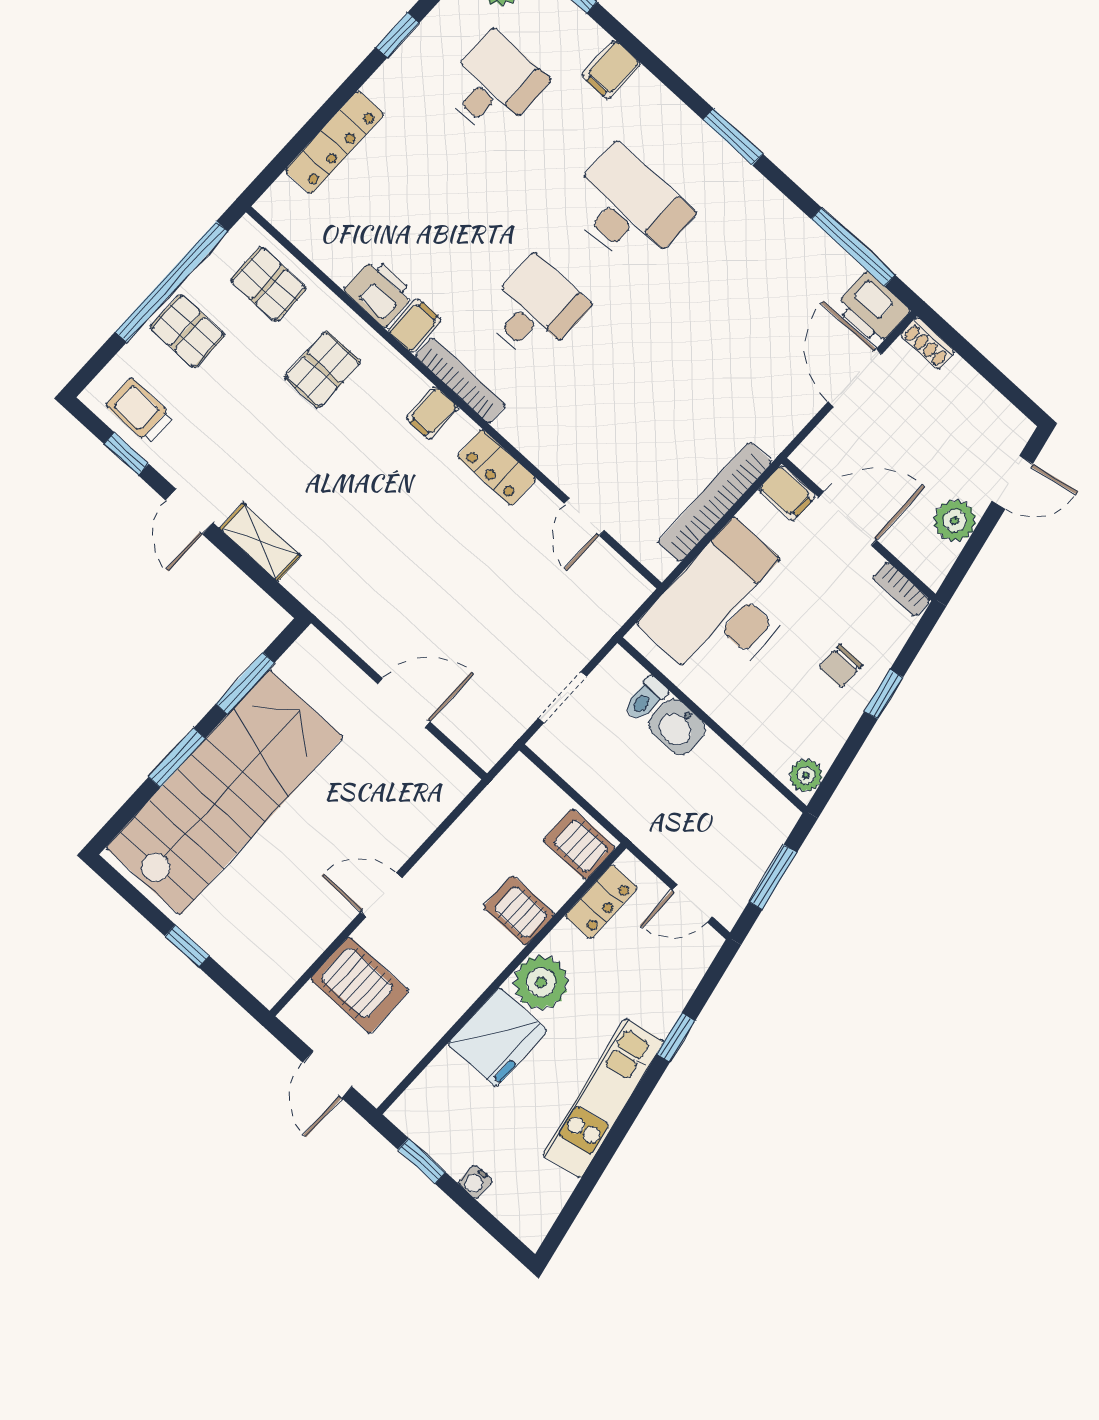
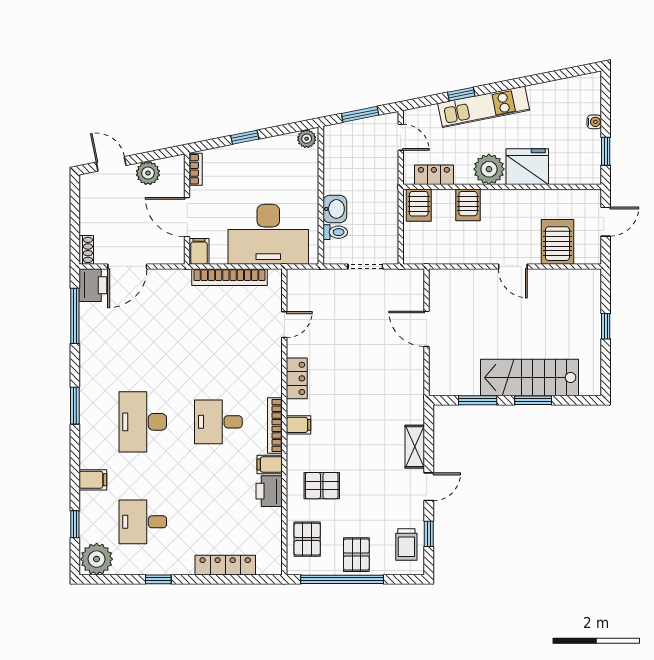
chair: (841, 666) -> (249, 165), removed
stairs: (224, 792) -> (529, 378), width x0.73, depth x0.66
kitchen unit: (603, 1098) -> (484, 107), moved

